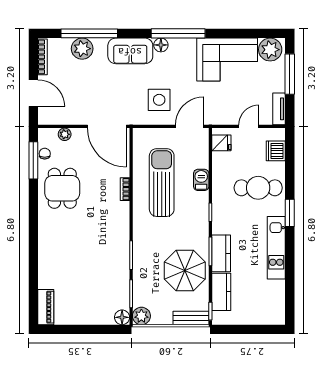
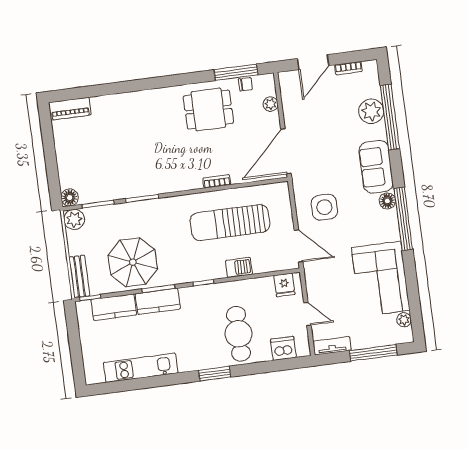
plant: (270, 50) -> (404, 320), width x0.53, depth x0.53
bookcase: (43, 57) -> (348, 68), width x0.64
sun lounger: (162, 183) -> (230, 223), turned 180
kitchen unit: (276, 248) -> (141, 368), moved

